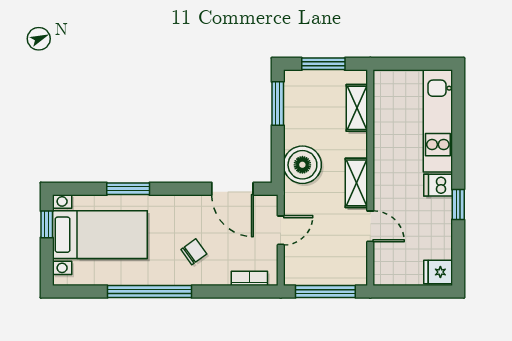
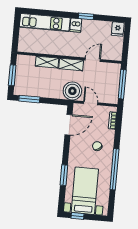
shelving: (357, 108) -> (47, 62), moved
boiler: (302, 165) -> (72, 91), moved

